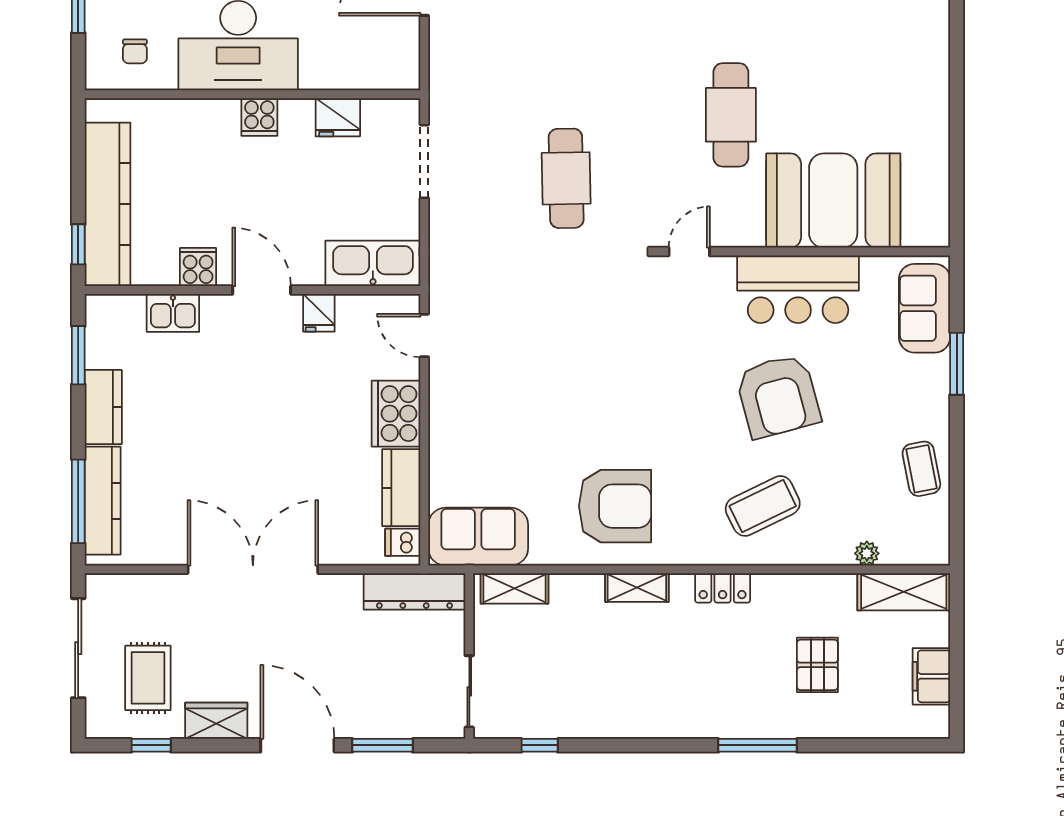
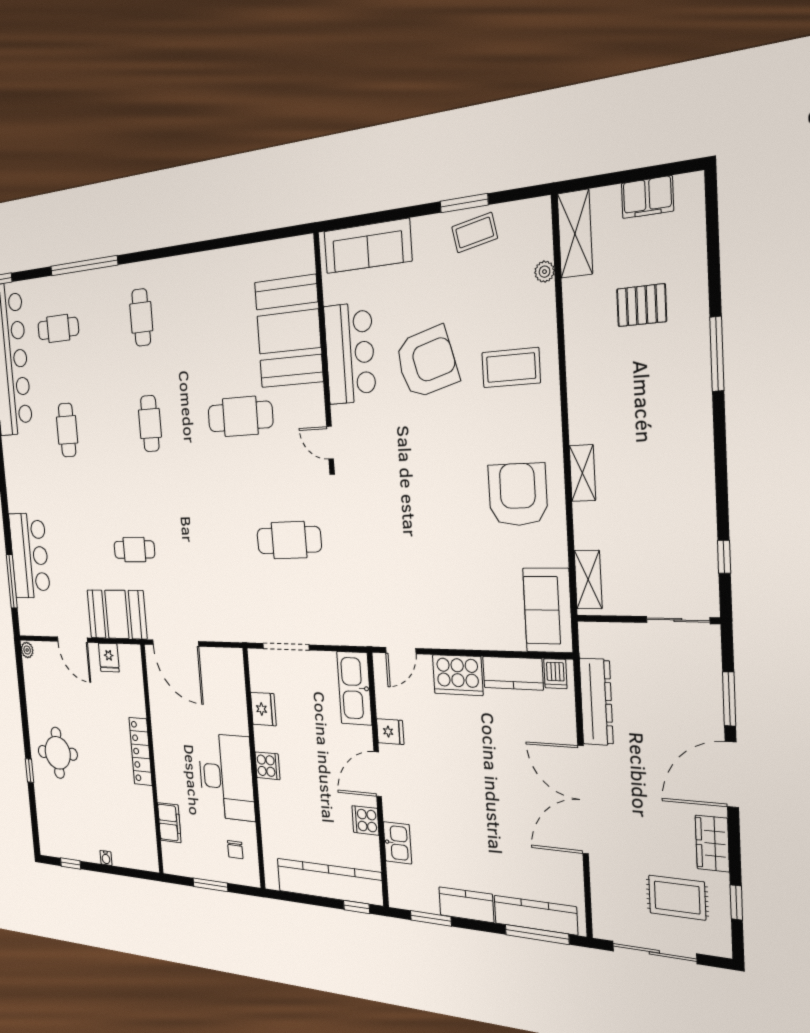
chair: (135, 51) -> (235, 850), turned 90
sofa: (925, 308) -> (367, 246), width x1.36
window: (957, 364) -> (464, 203), moved
coffee table: (763, 506) -> (511, 368), turned -64
locker: (723, 588) -> (579, 397), removed
dresser: (415, 591) -> (596, 702), moved

